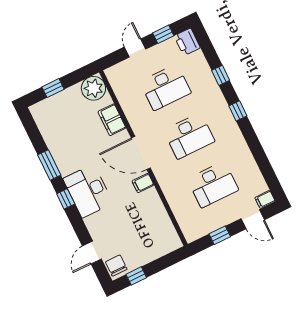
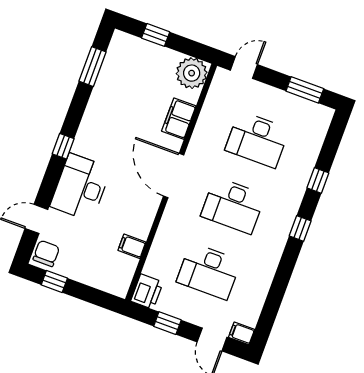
window: (163, 34) -> (305, 90), width x1.50
printer: (187, 42) -> (147, 292), moved, turned 180
door: (135, 48) -> (244, 67), moved
window: (49, 165) -> (92, 67), moved
filing cabinet: (143, 183) -> (132, 246), moved
desk: (88, 191) -> (81, 187), moved

